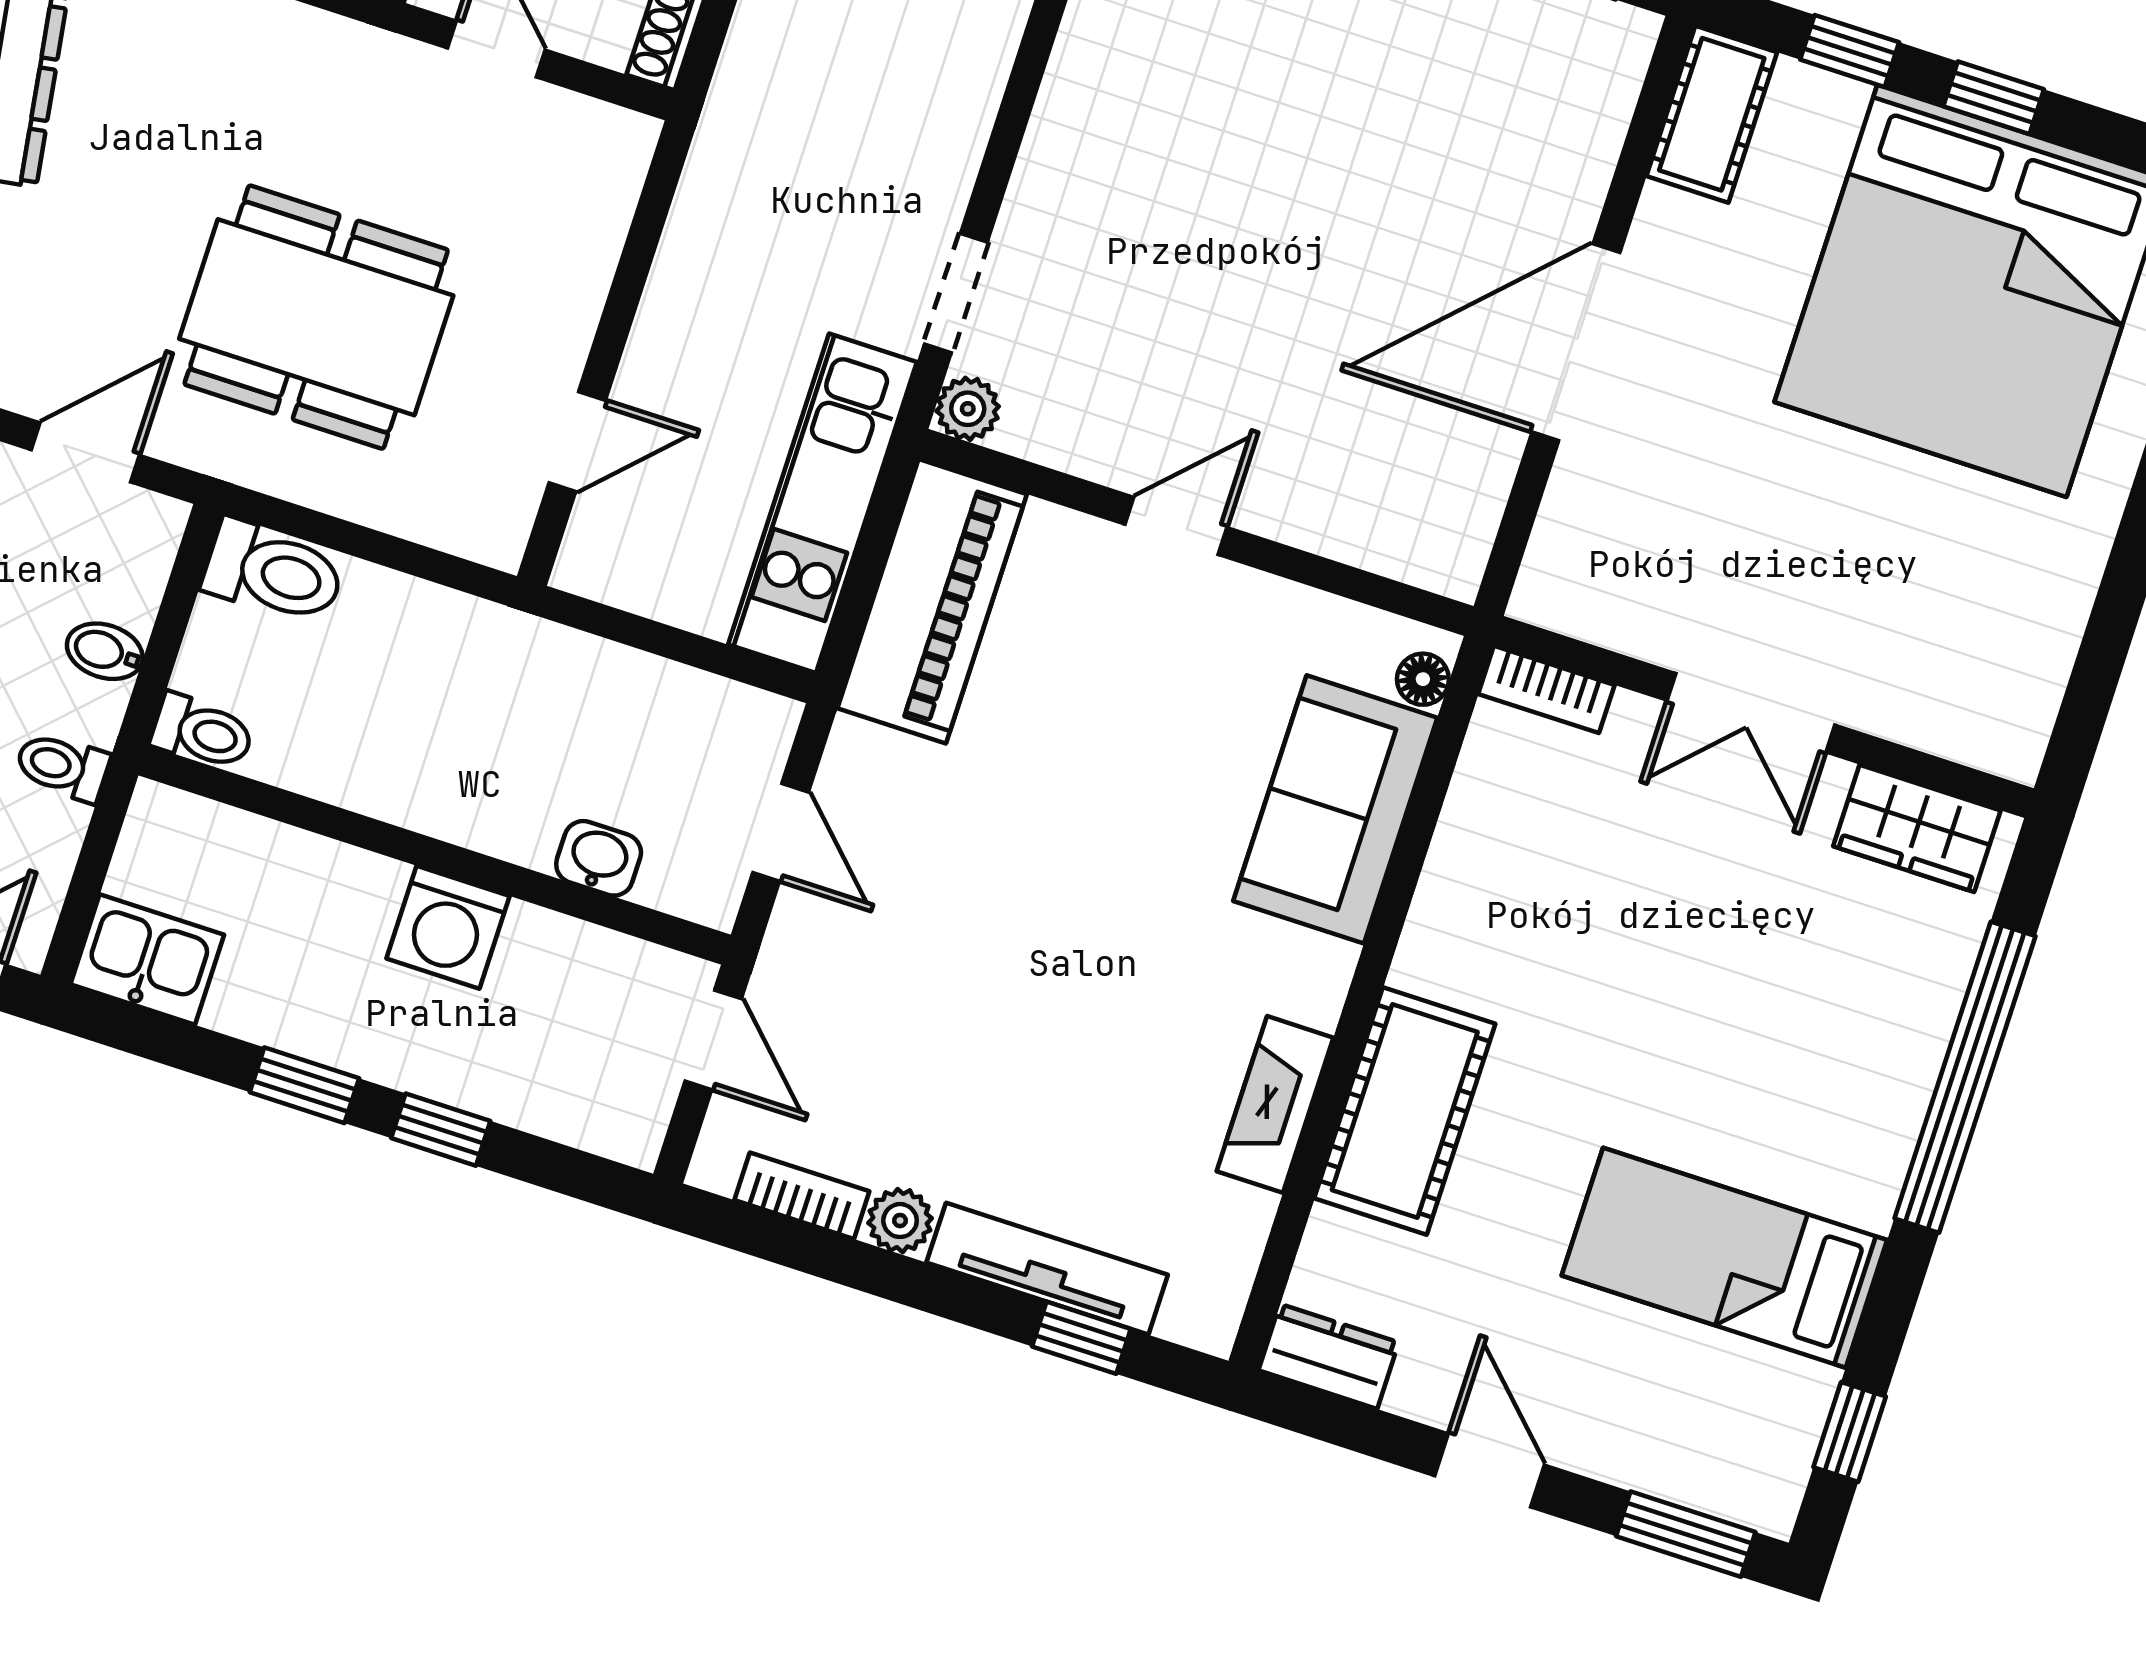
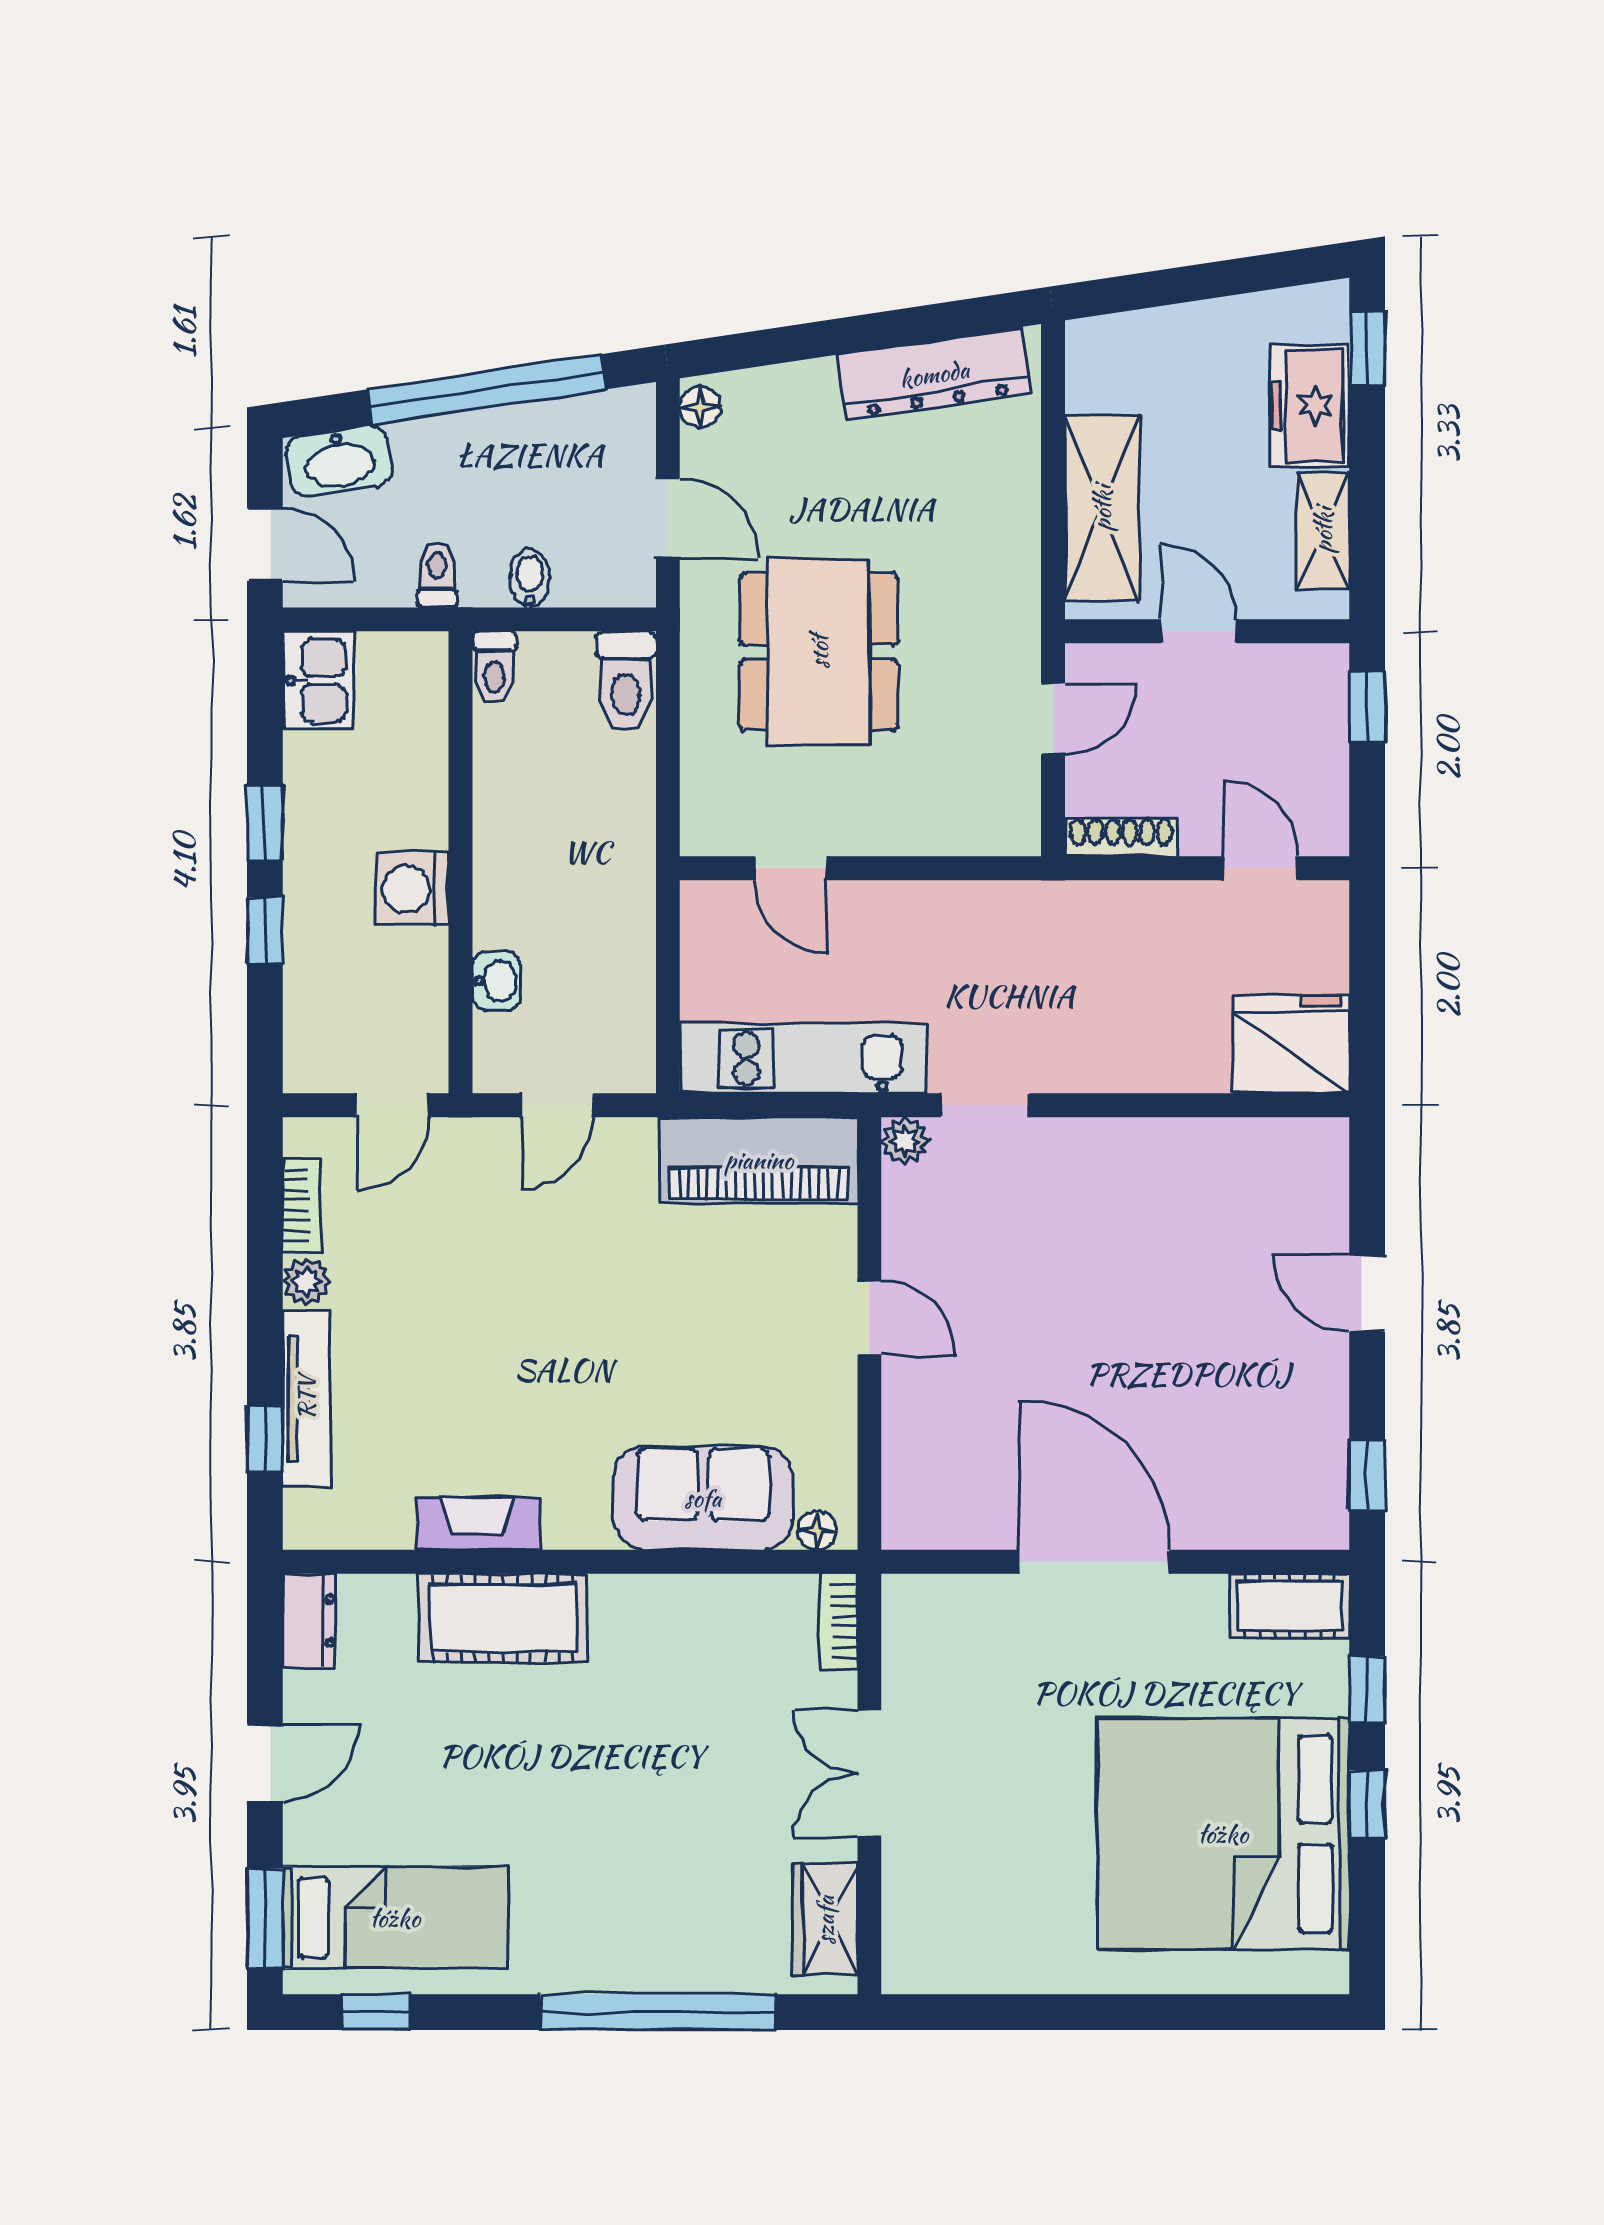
bed: (1724, 1258) -> (395, 1918), moved, turned 90

